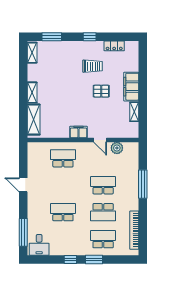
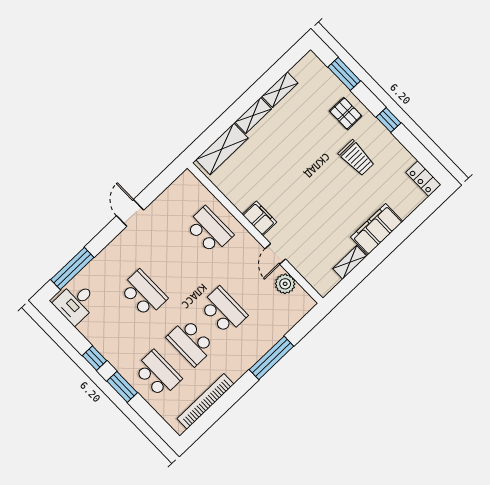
locker: (114, 46) -> (423, 179), moved
shelving: (32, 53) -> (280, 90), moved
pallet: (101, 91) -> (346, 114), moved

